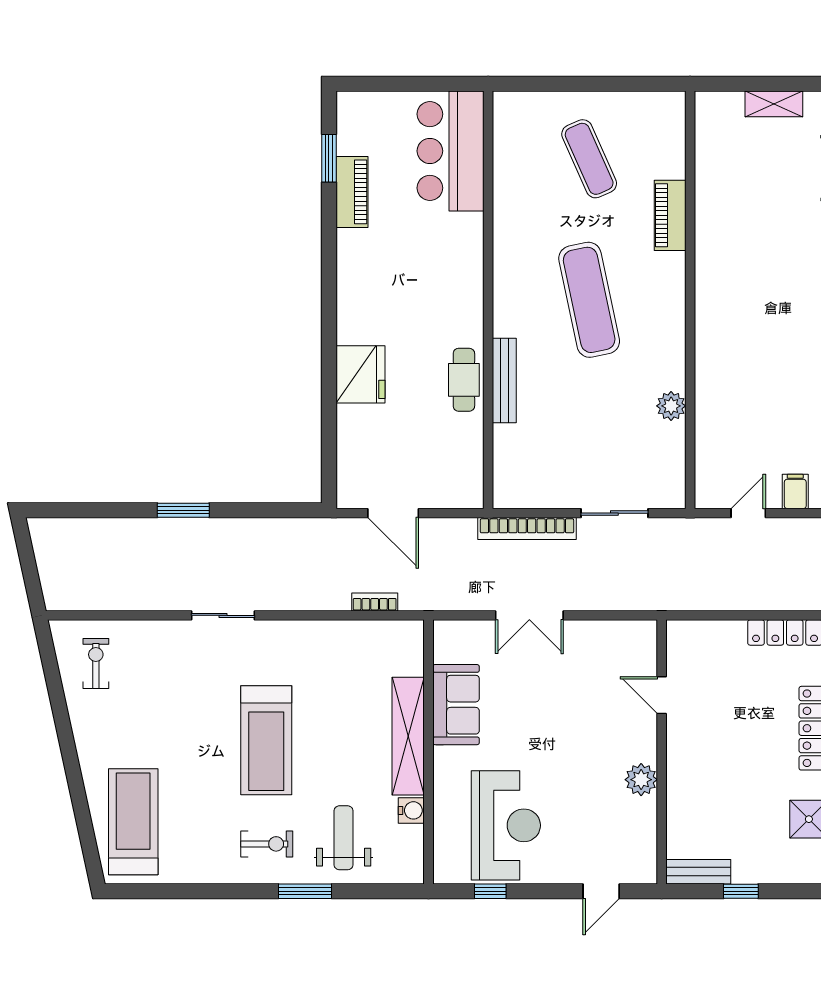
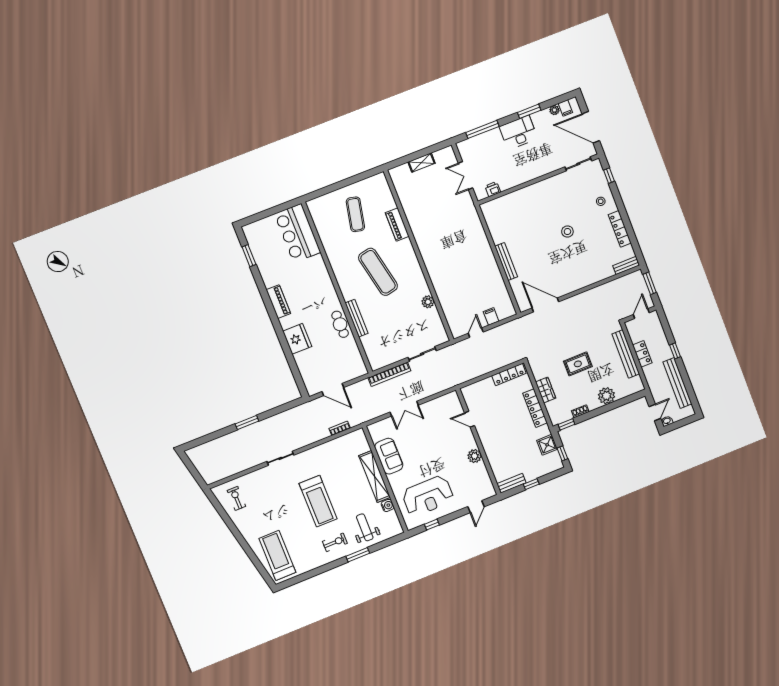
exercise mat: (589, 159) -> (355, 214), turned 36
piano: (352, 192) -> (278, 302), moved
reception desk: (506, 825) -> (428, 496), turned 90

